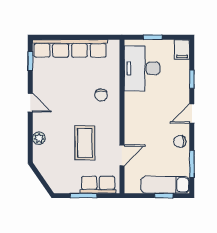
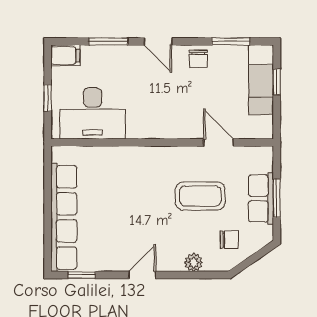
window: (192, 79) -> (108, 41), width x1.50
chair: (101, 95) -> (229, 240), moved
row of seats: (98, 185) -> (261, 198), moved

